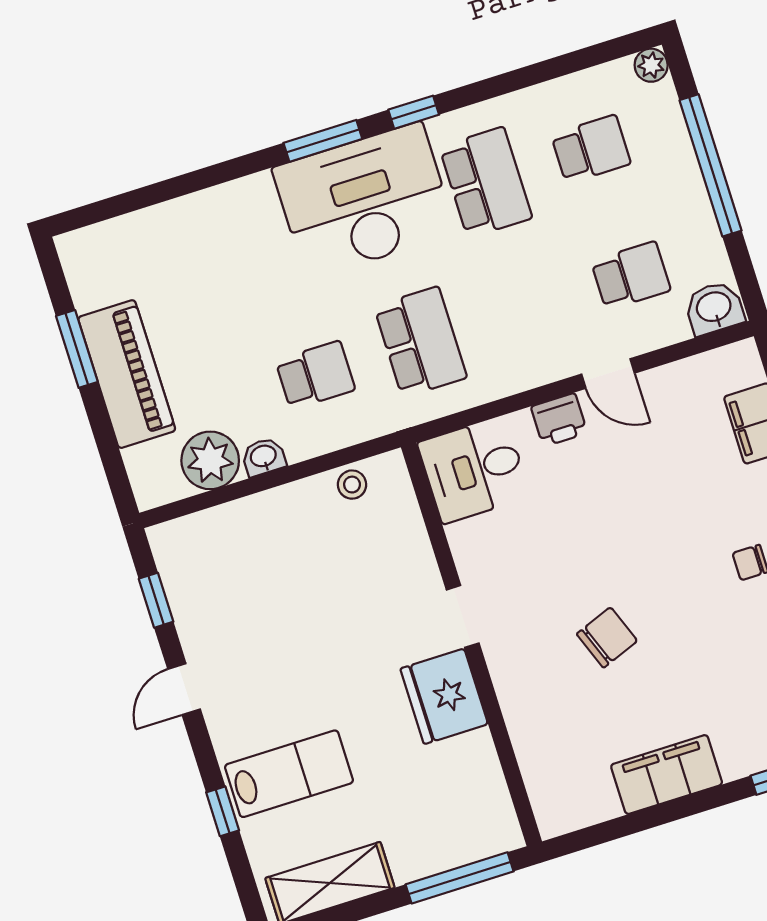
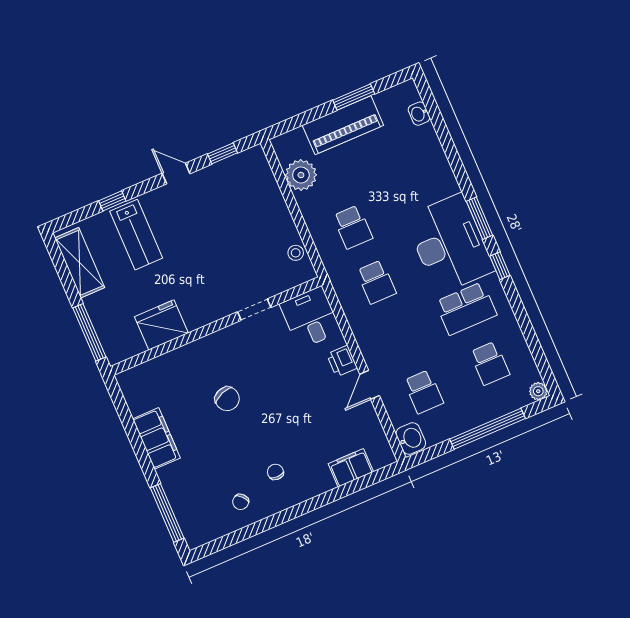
school desk: (420, 342) -> (376, 282), width x0.54
washbasin: (264, 457) -> (419, 114), moved, turned 180
doorway: (463, 616) -> (254, 310), moved
fridge: (444, 696) -> (161, 325), moved

